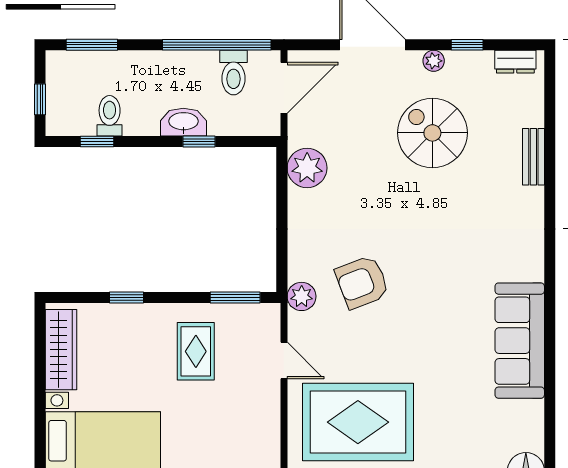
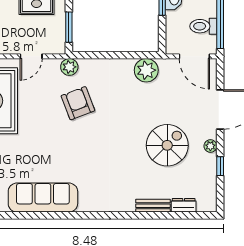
dresser: (515, 62) -> (184, 205), moved, turned 90

